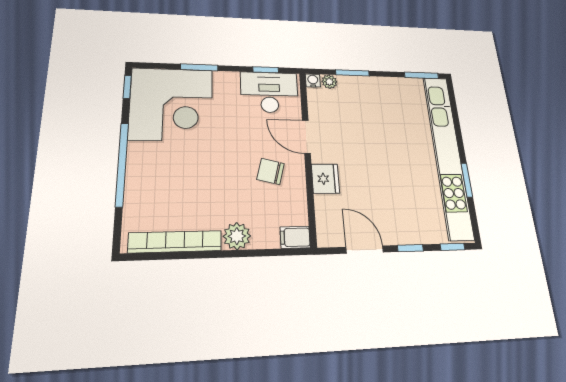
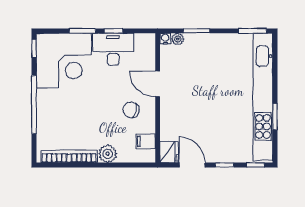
window: (266, 70) -> (114, 31), moved
desk: (269, 92) -> (113, 49), moved
fridge: (325, 179) -> (169, 152), moved
filing cabinet: (295, 237) -> (146, 141), moved

